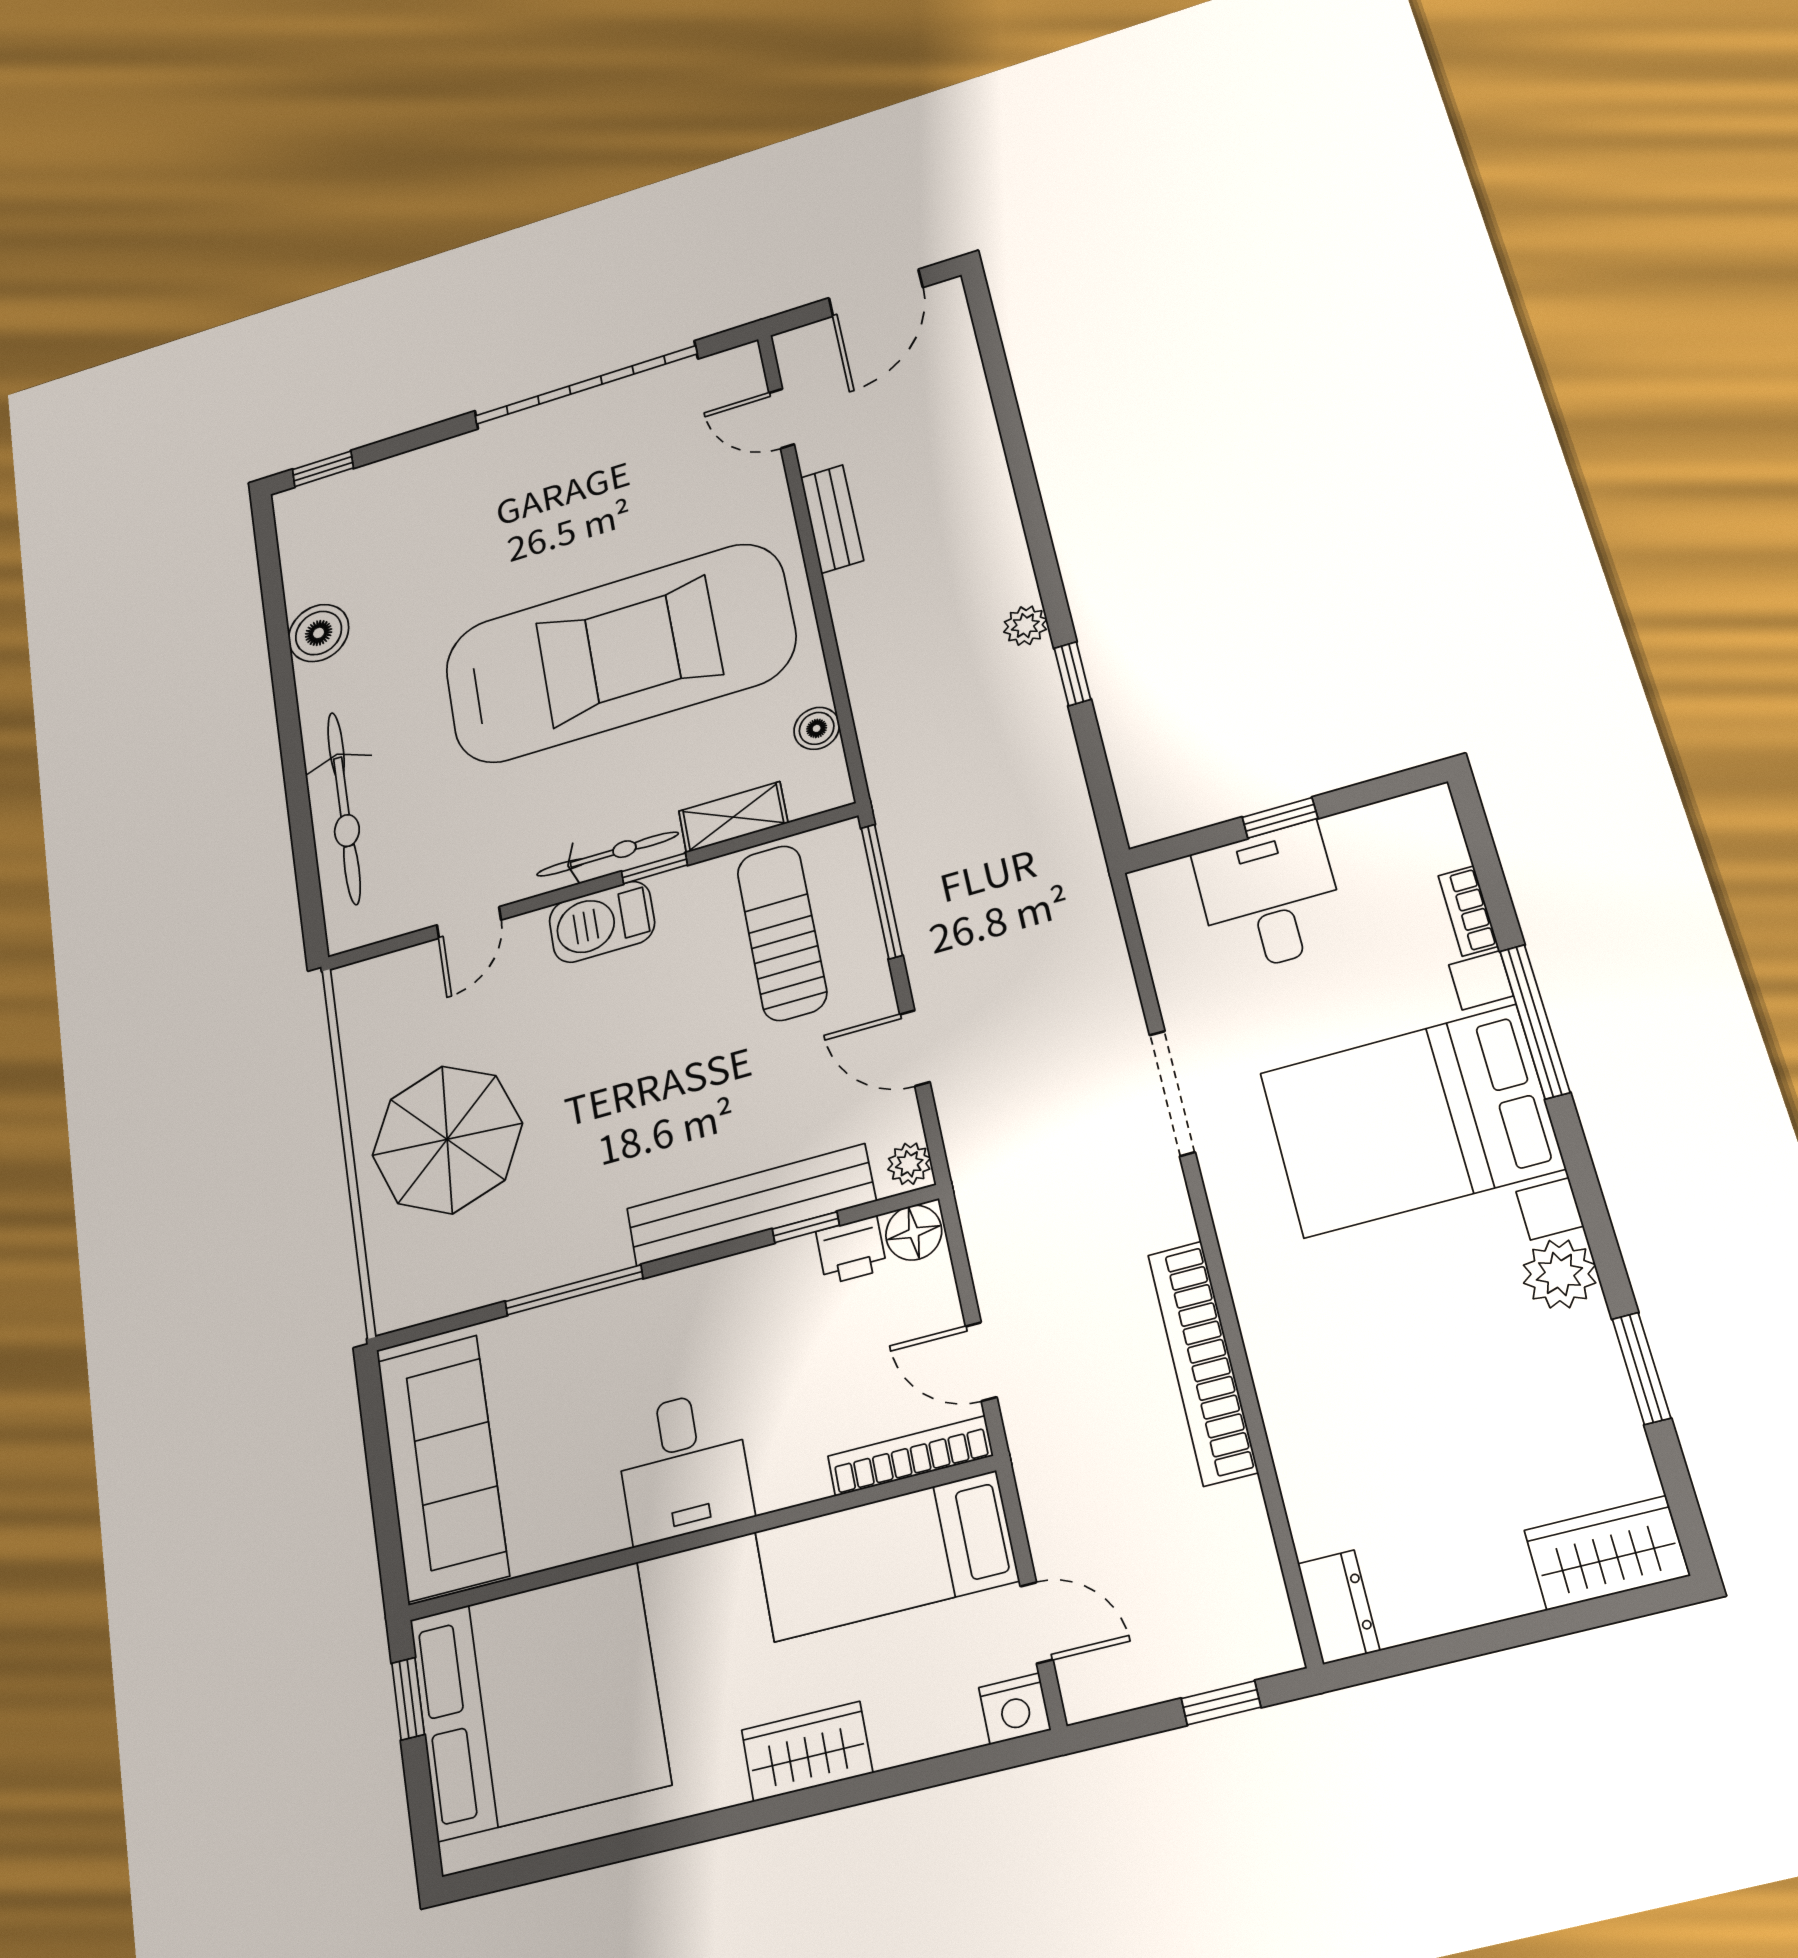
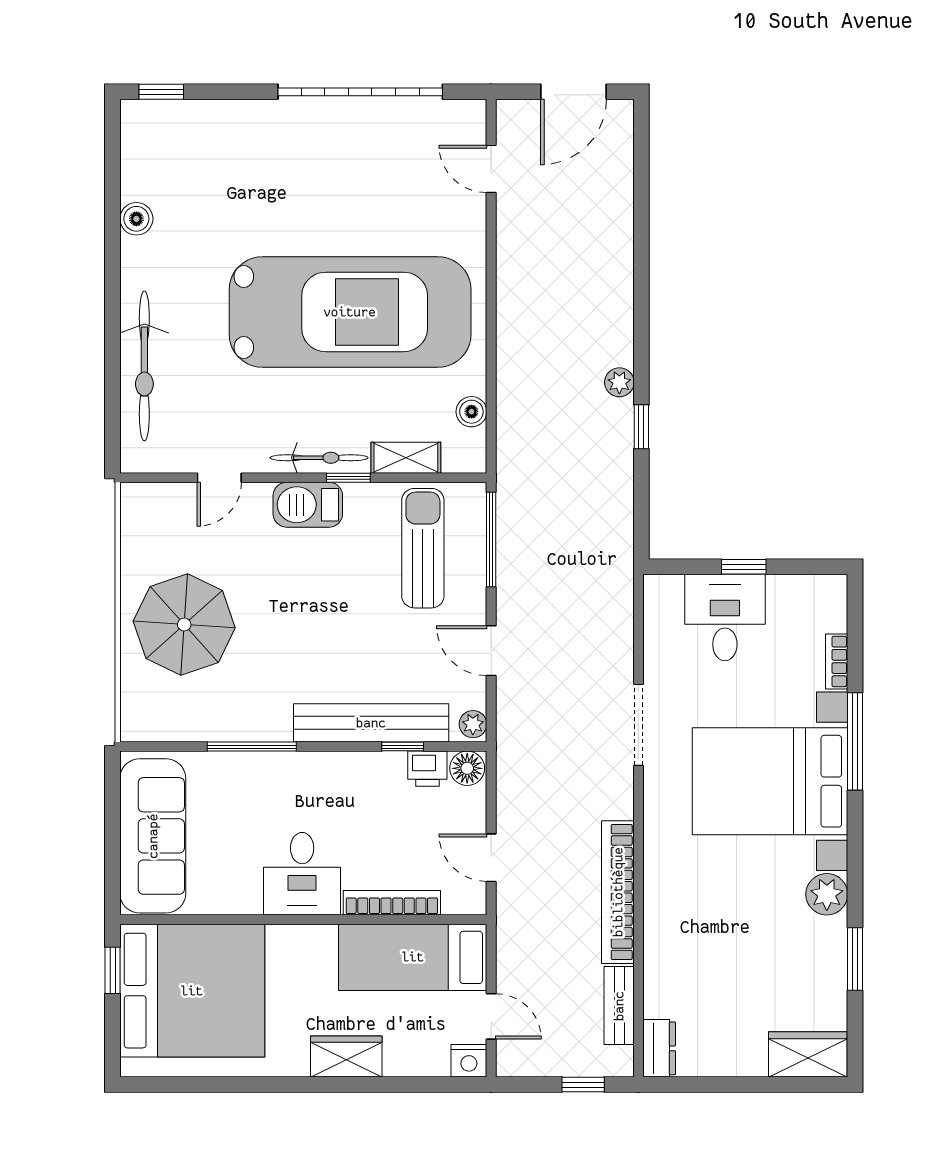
bench: (832, 519) -> (619, 1006), moved
boiler: (319, 633) -> (136, 219), width x0.73, depth x0.73
bookcase: (910, 1456) -> (392, 903), moved

